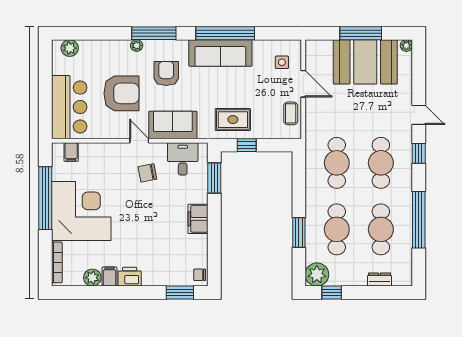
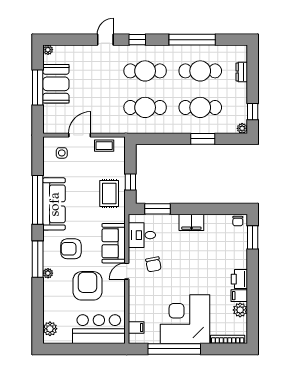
booth: (365, 62) -> (56, 84), width x0.73, depth x0.70
plant: (317, 275) -> (242, 128), width x0.53, depth x0.53

